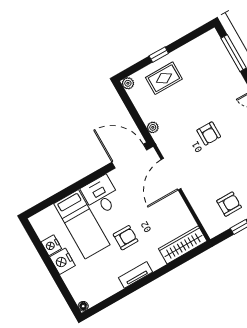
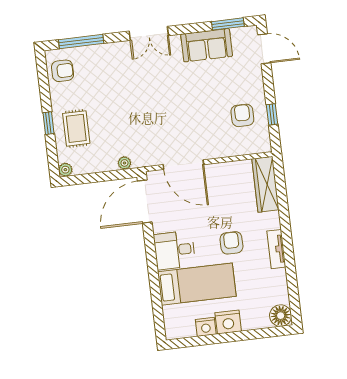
armchair: (209, 134) -> (63, 71), moved
floor lamp: (83, 306) -> (281, 316), width x1.89, depth x1.89

